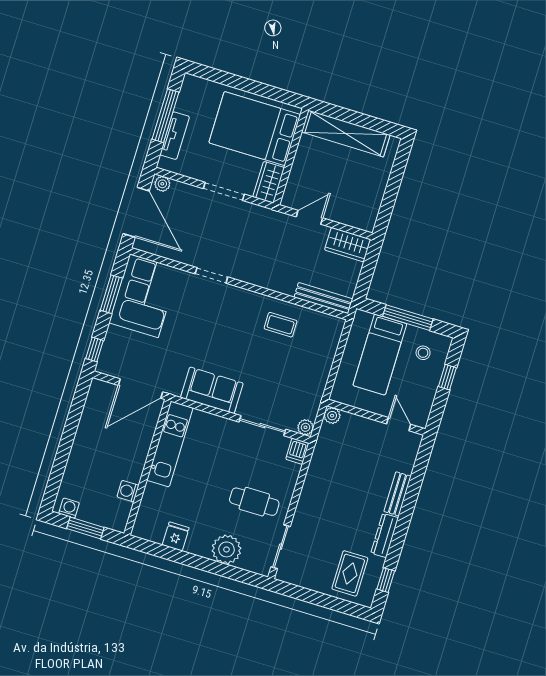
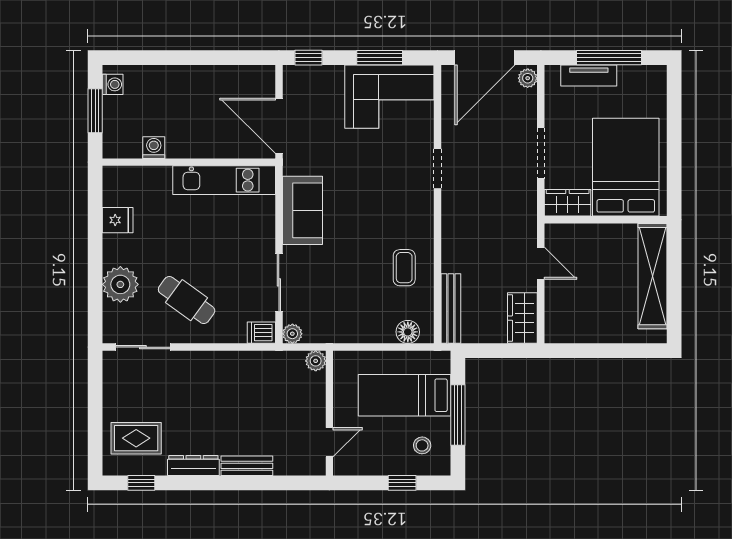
floor lamp: (331, 337) -> (408, 332), added
cafe table: (254, 502) -> (187, 300), turned -54

